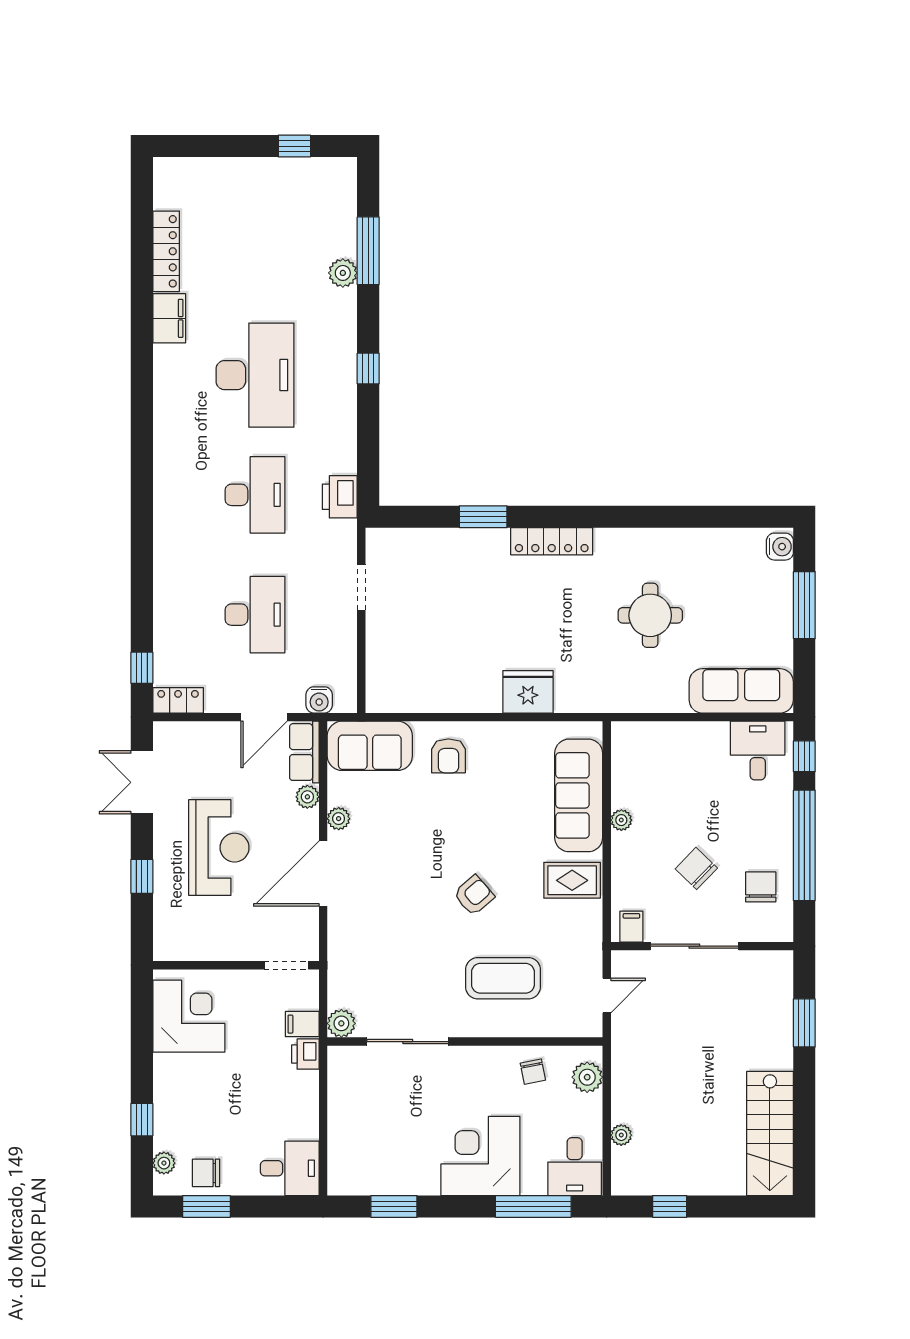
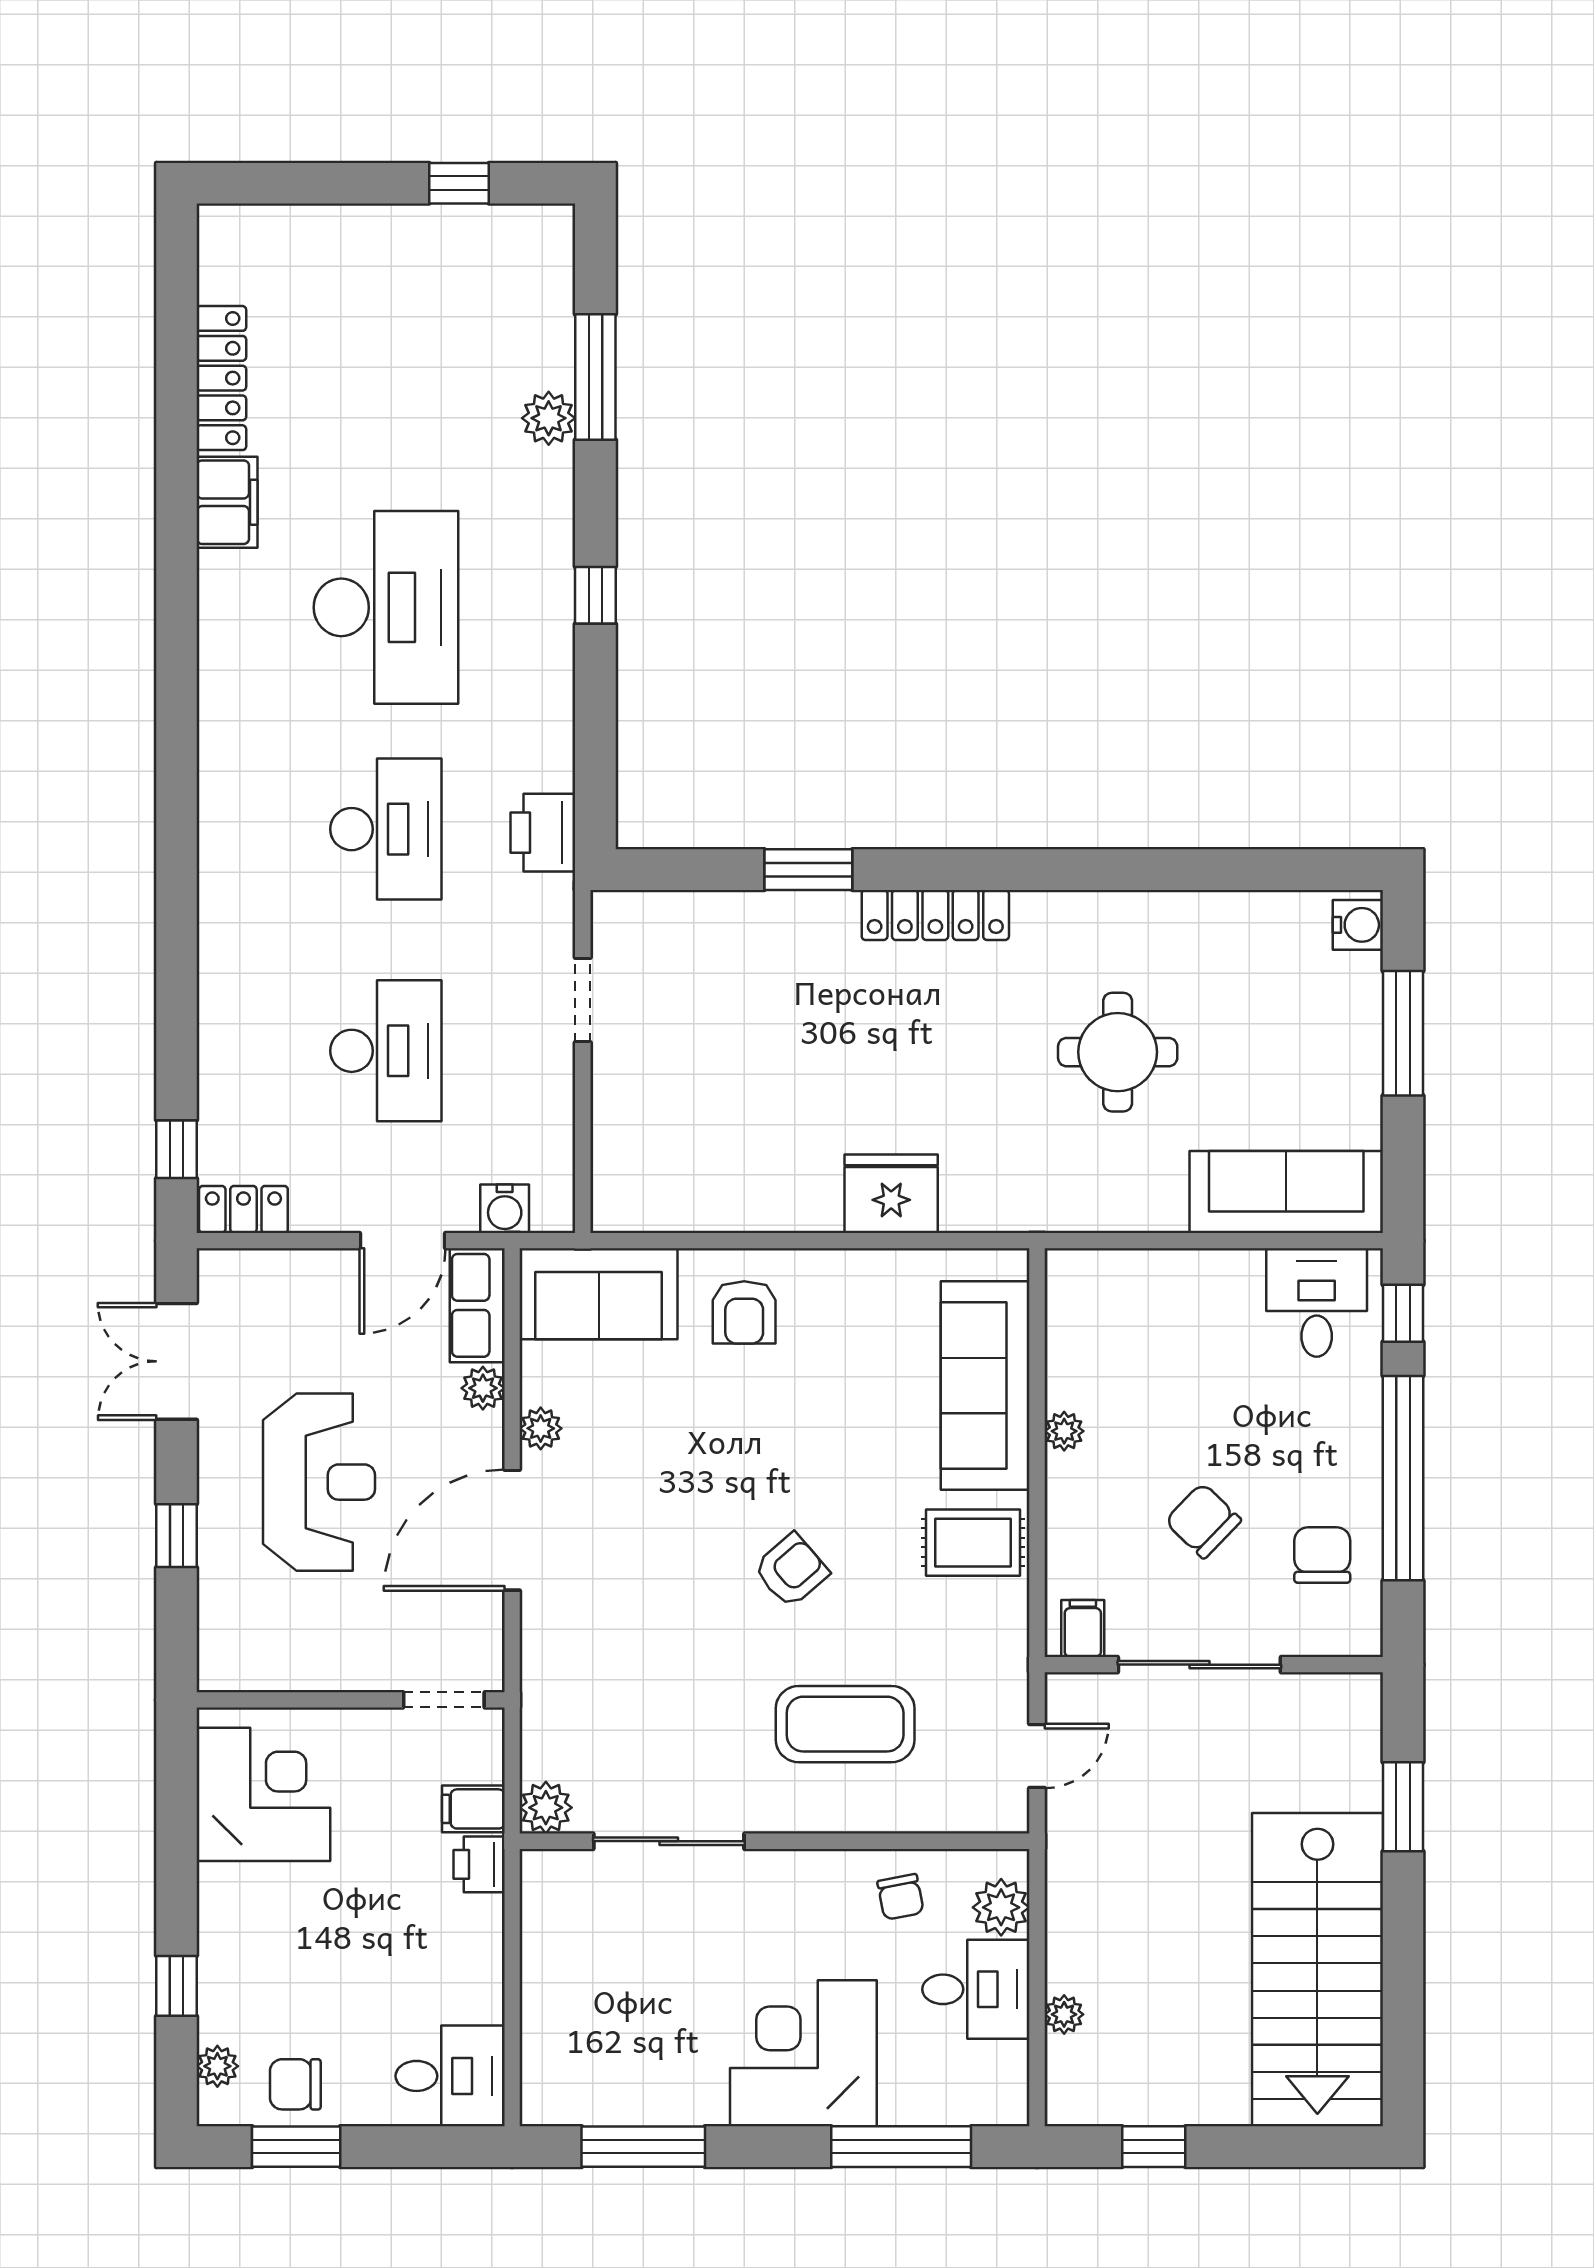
stairs: (770, 1133) -> (1317, 1970), width x1.36, depth x1.51
desk: (575, 1167) -> (976, 1989), moved, turned -90
window: (394, 1206) -> (643, 2147), width x1.44

